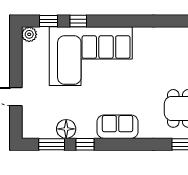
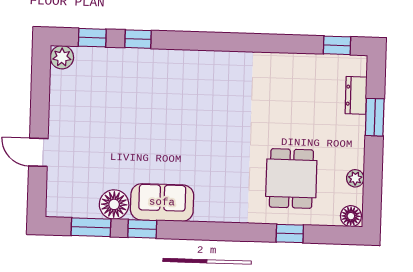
corner sofa: (91, 56) -> (155, 94), removed
sofa: (118, 127) -> (162, 202), moved

